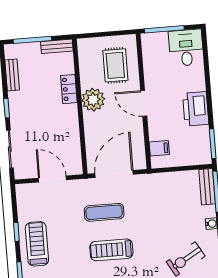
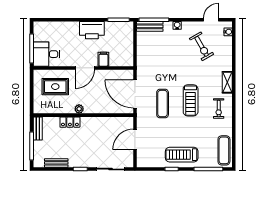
desk: (186, 48) -> (46, 54), moved
plant: (93, 100) -> (79, 109), width x0.53, depth x0.53
filing cabinet: (159, 148) -> (103, 59), moved

